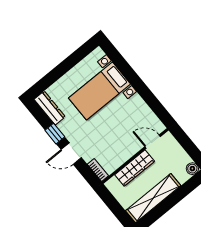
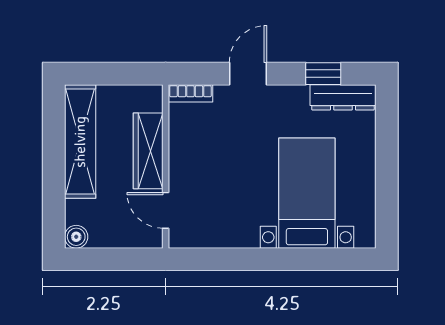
window: (55, 134) -> (323, 74), moved
door: (153, 142) -> (166, 210), swing flipped

